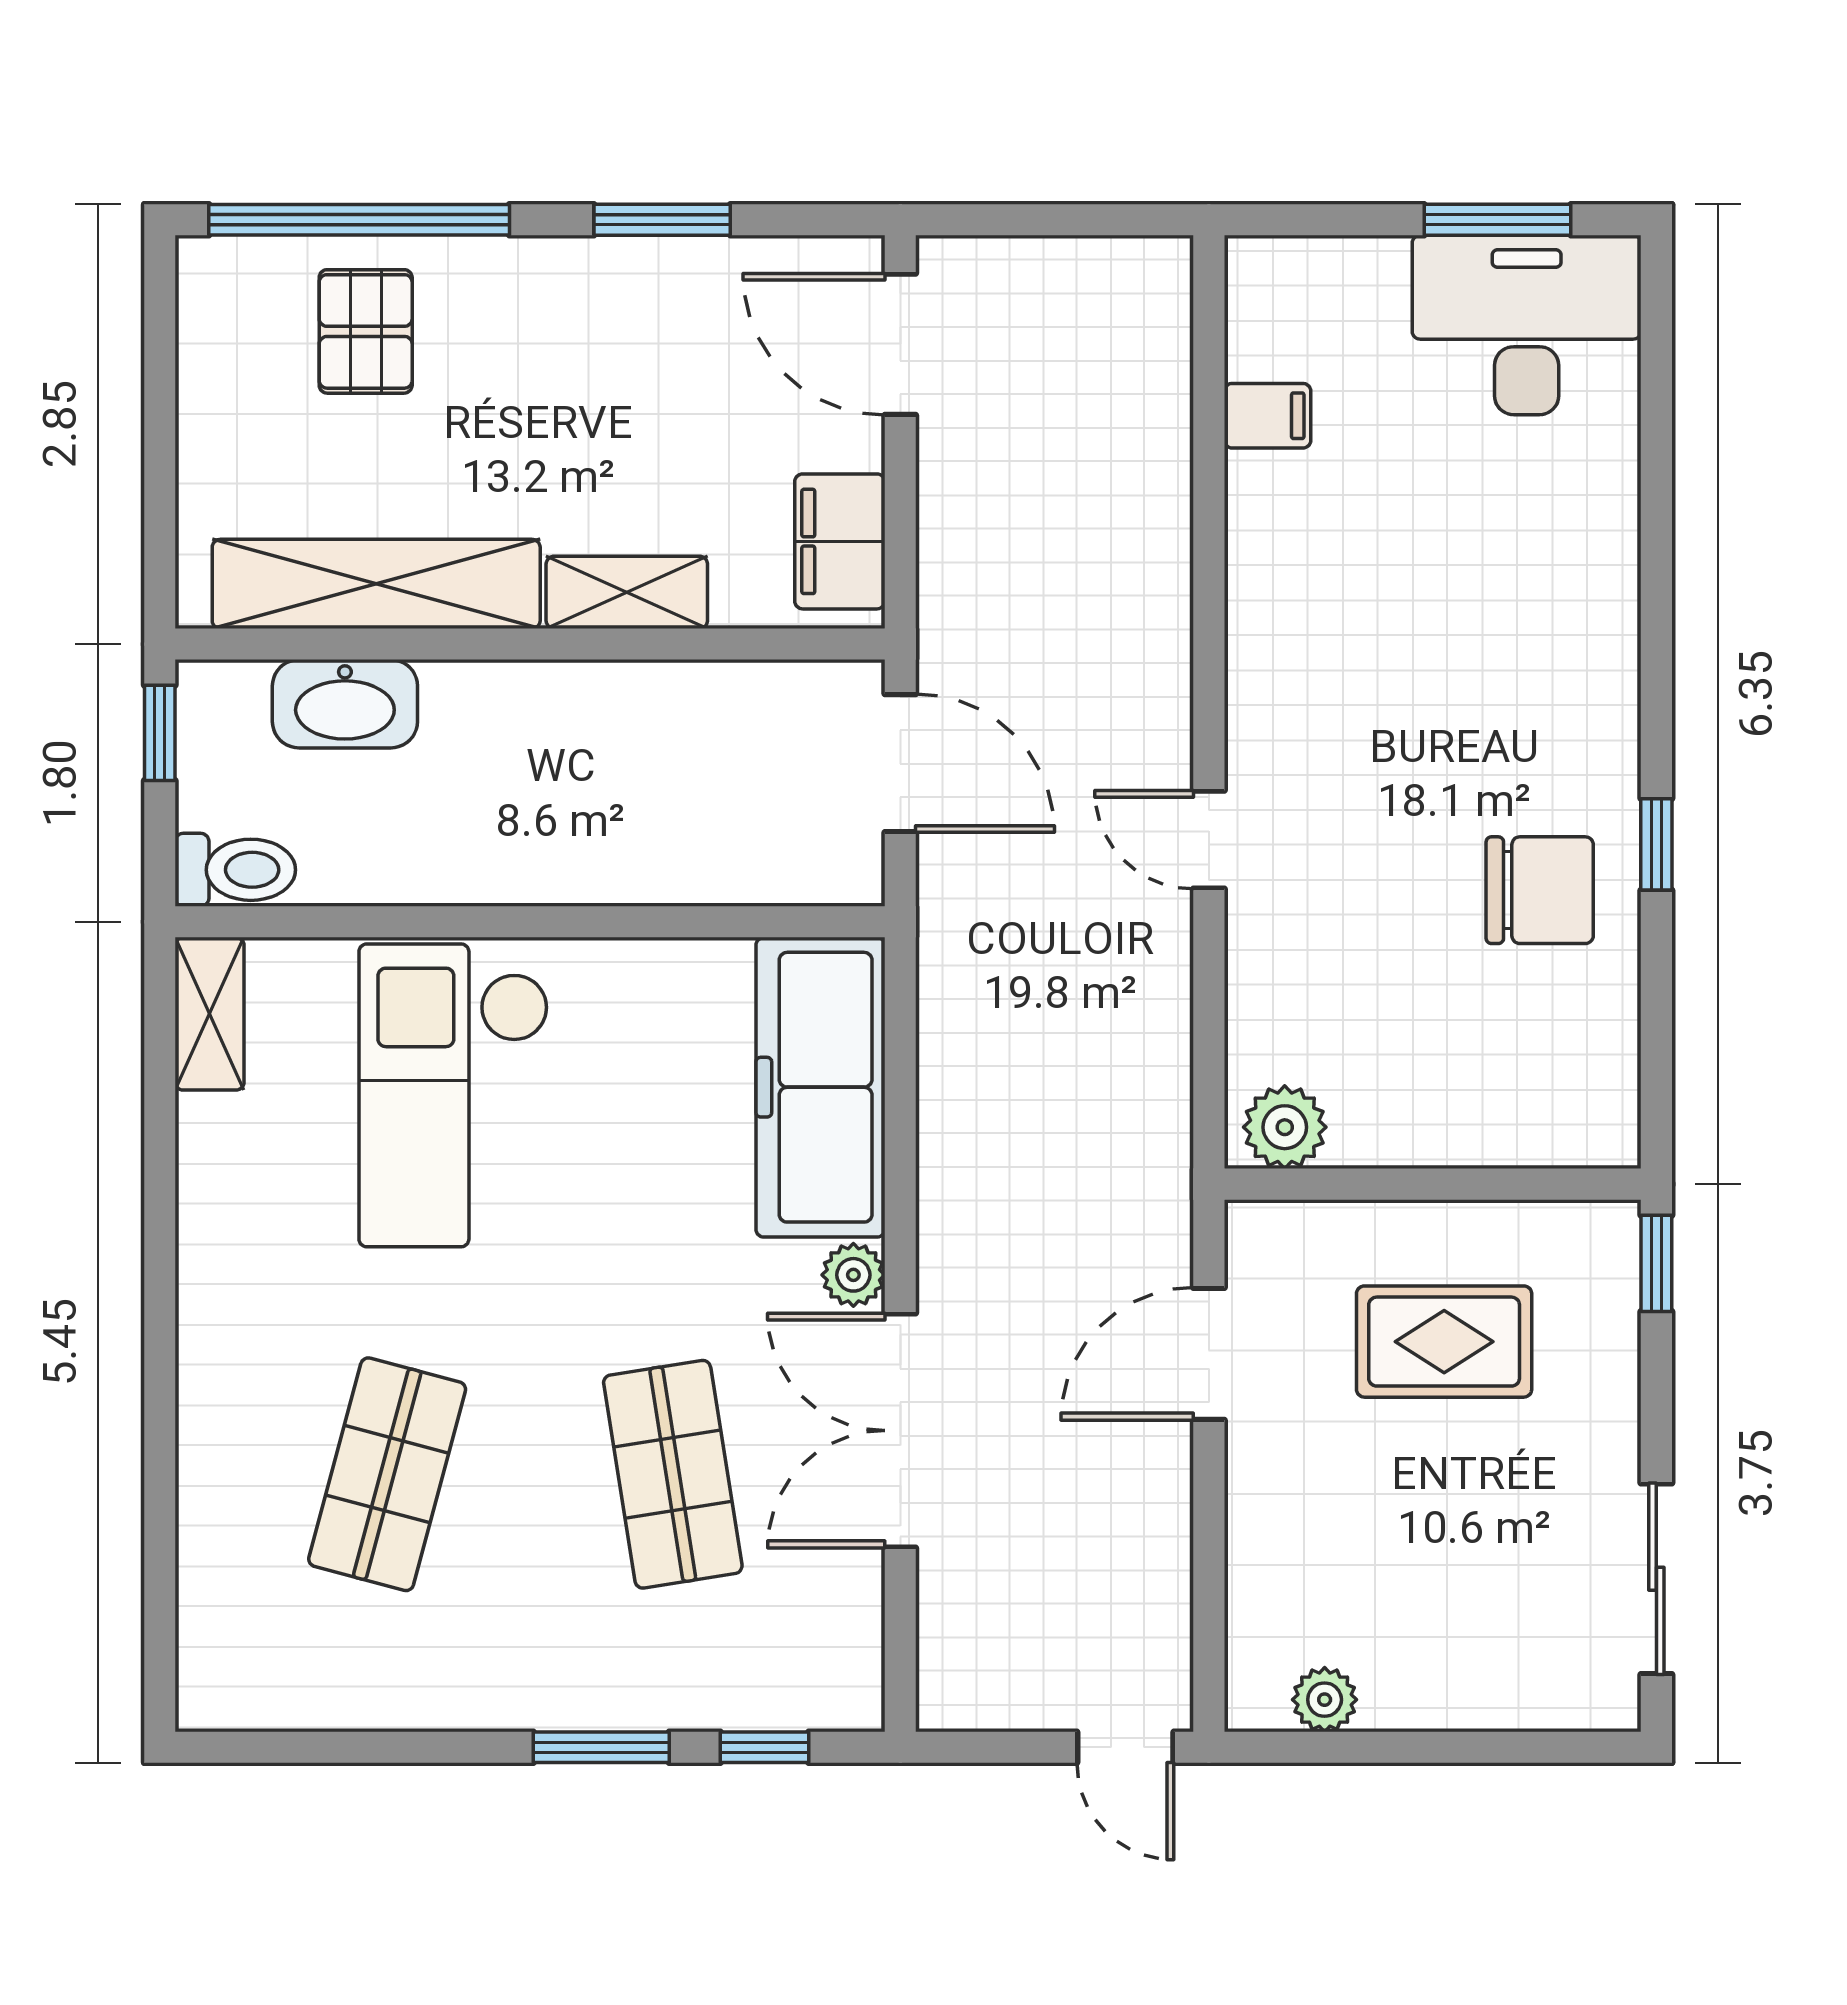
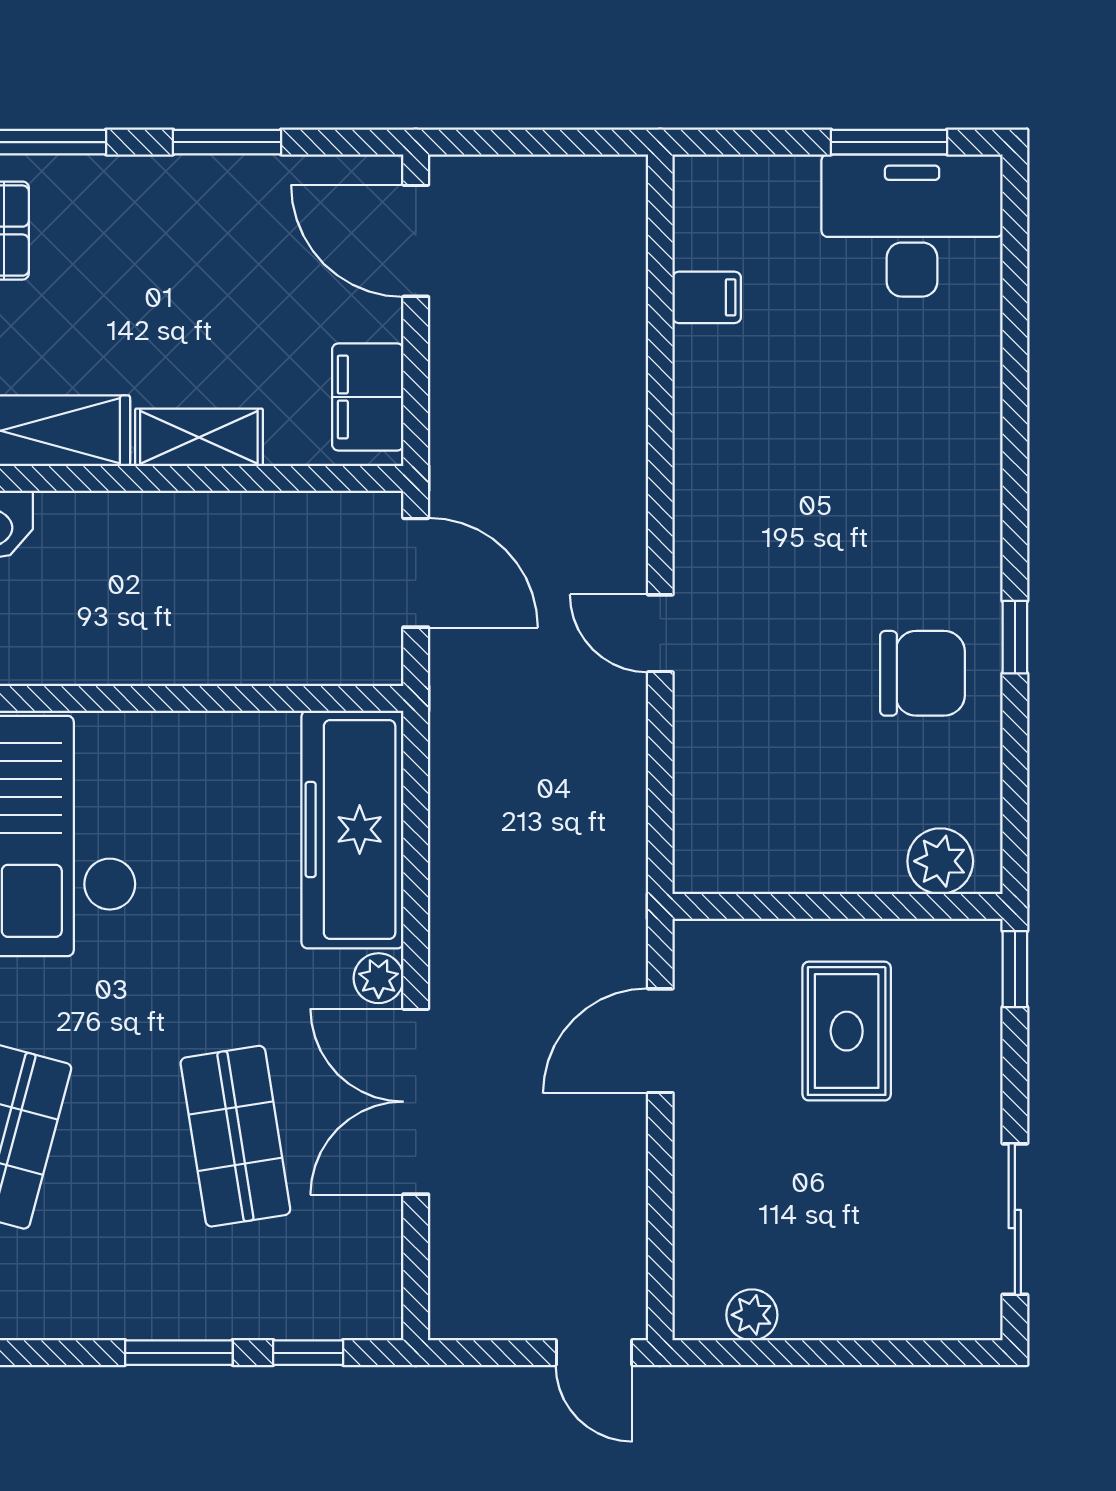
plant: (1285, 1127) -> (940, 861), moved
rug: (1444, 1342) -> (847, 1031), turned 90

